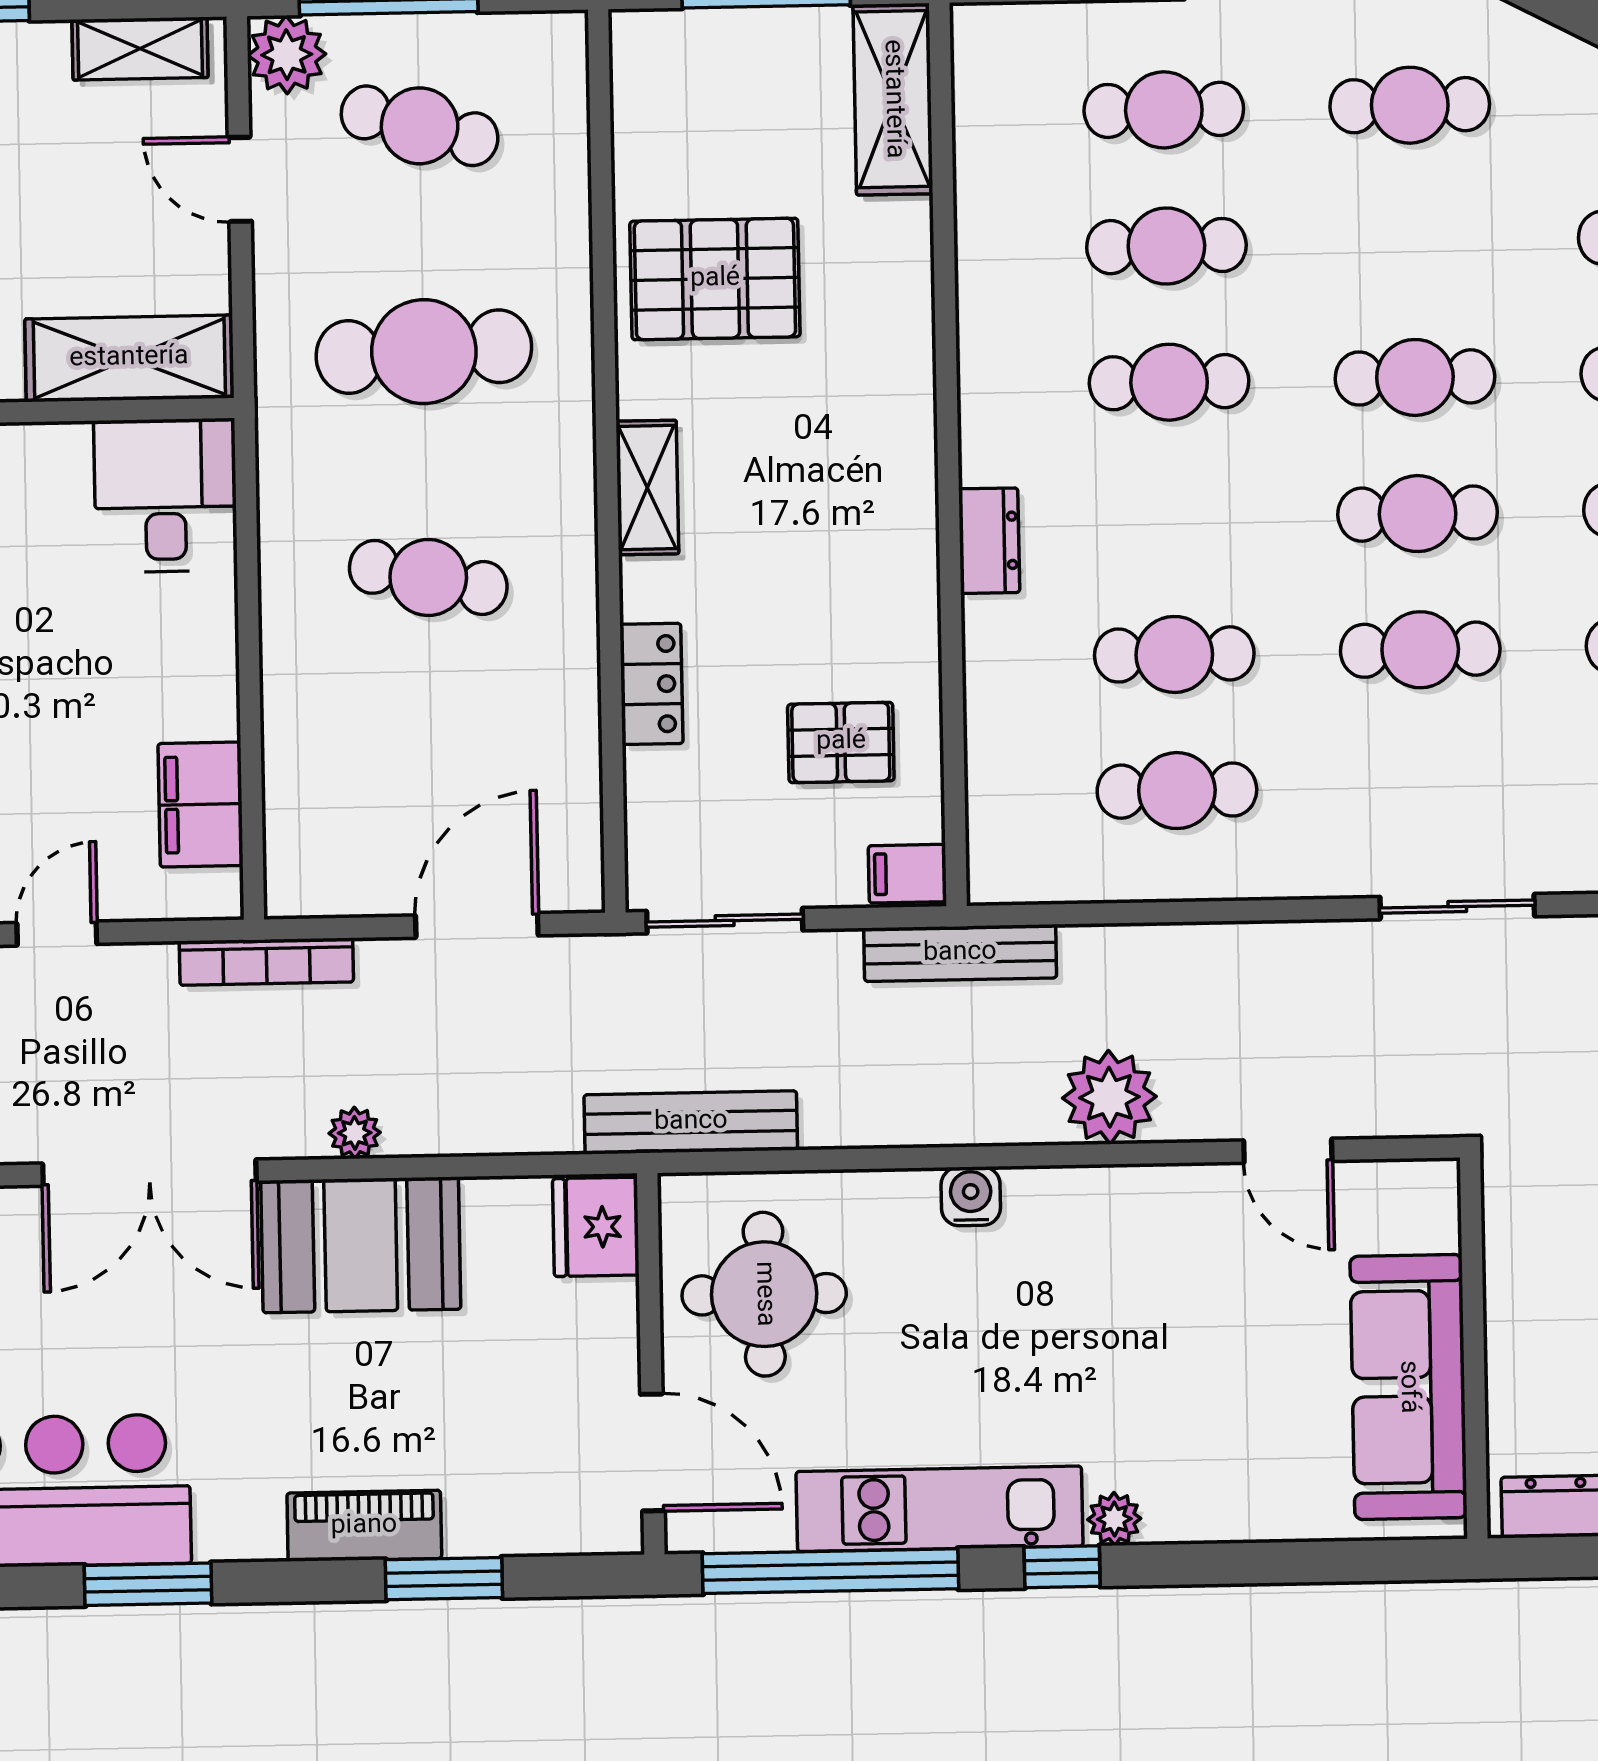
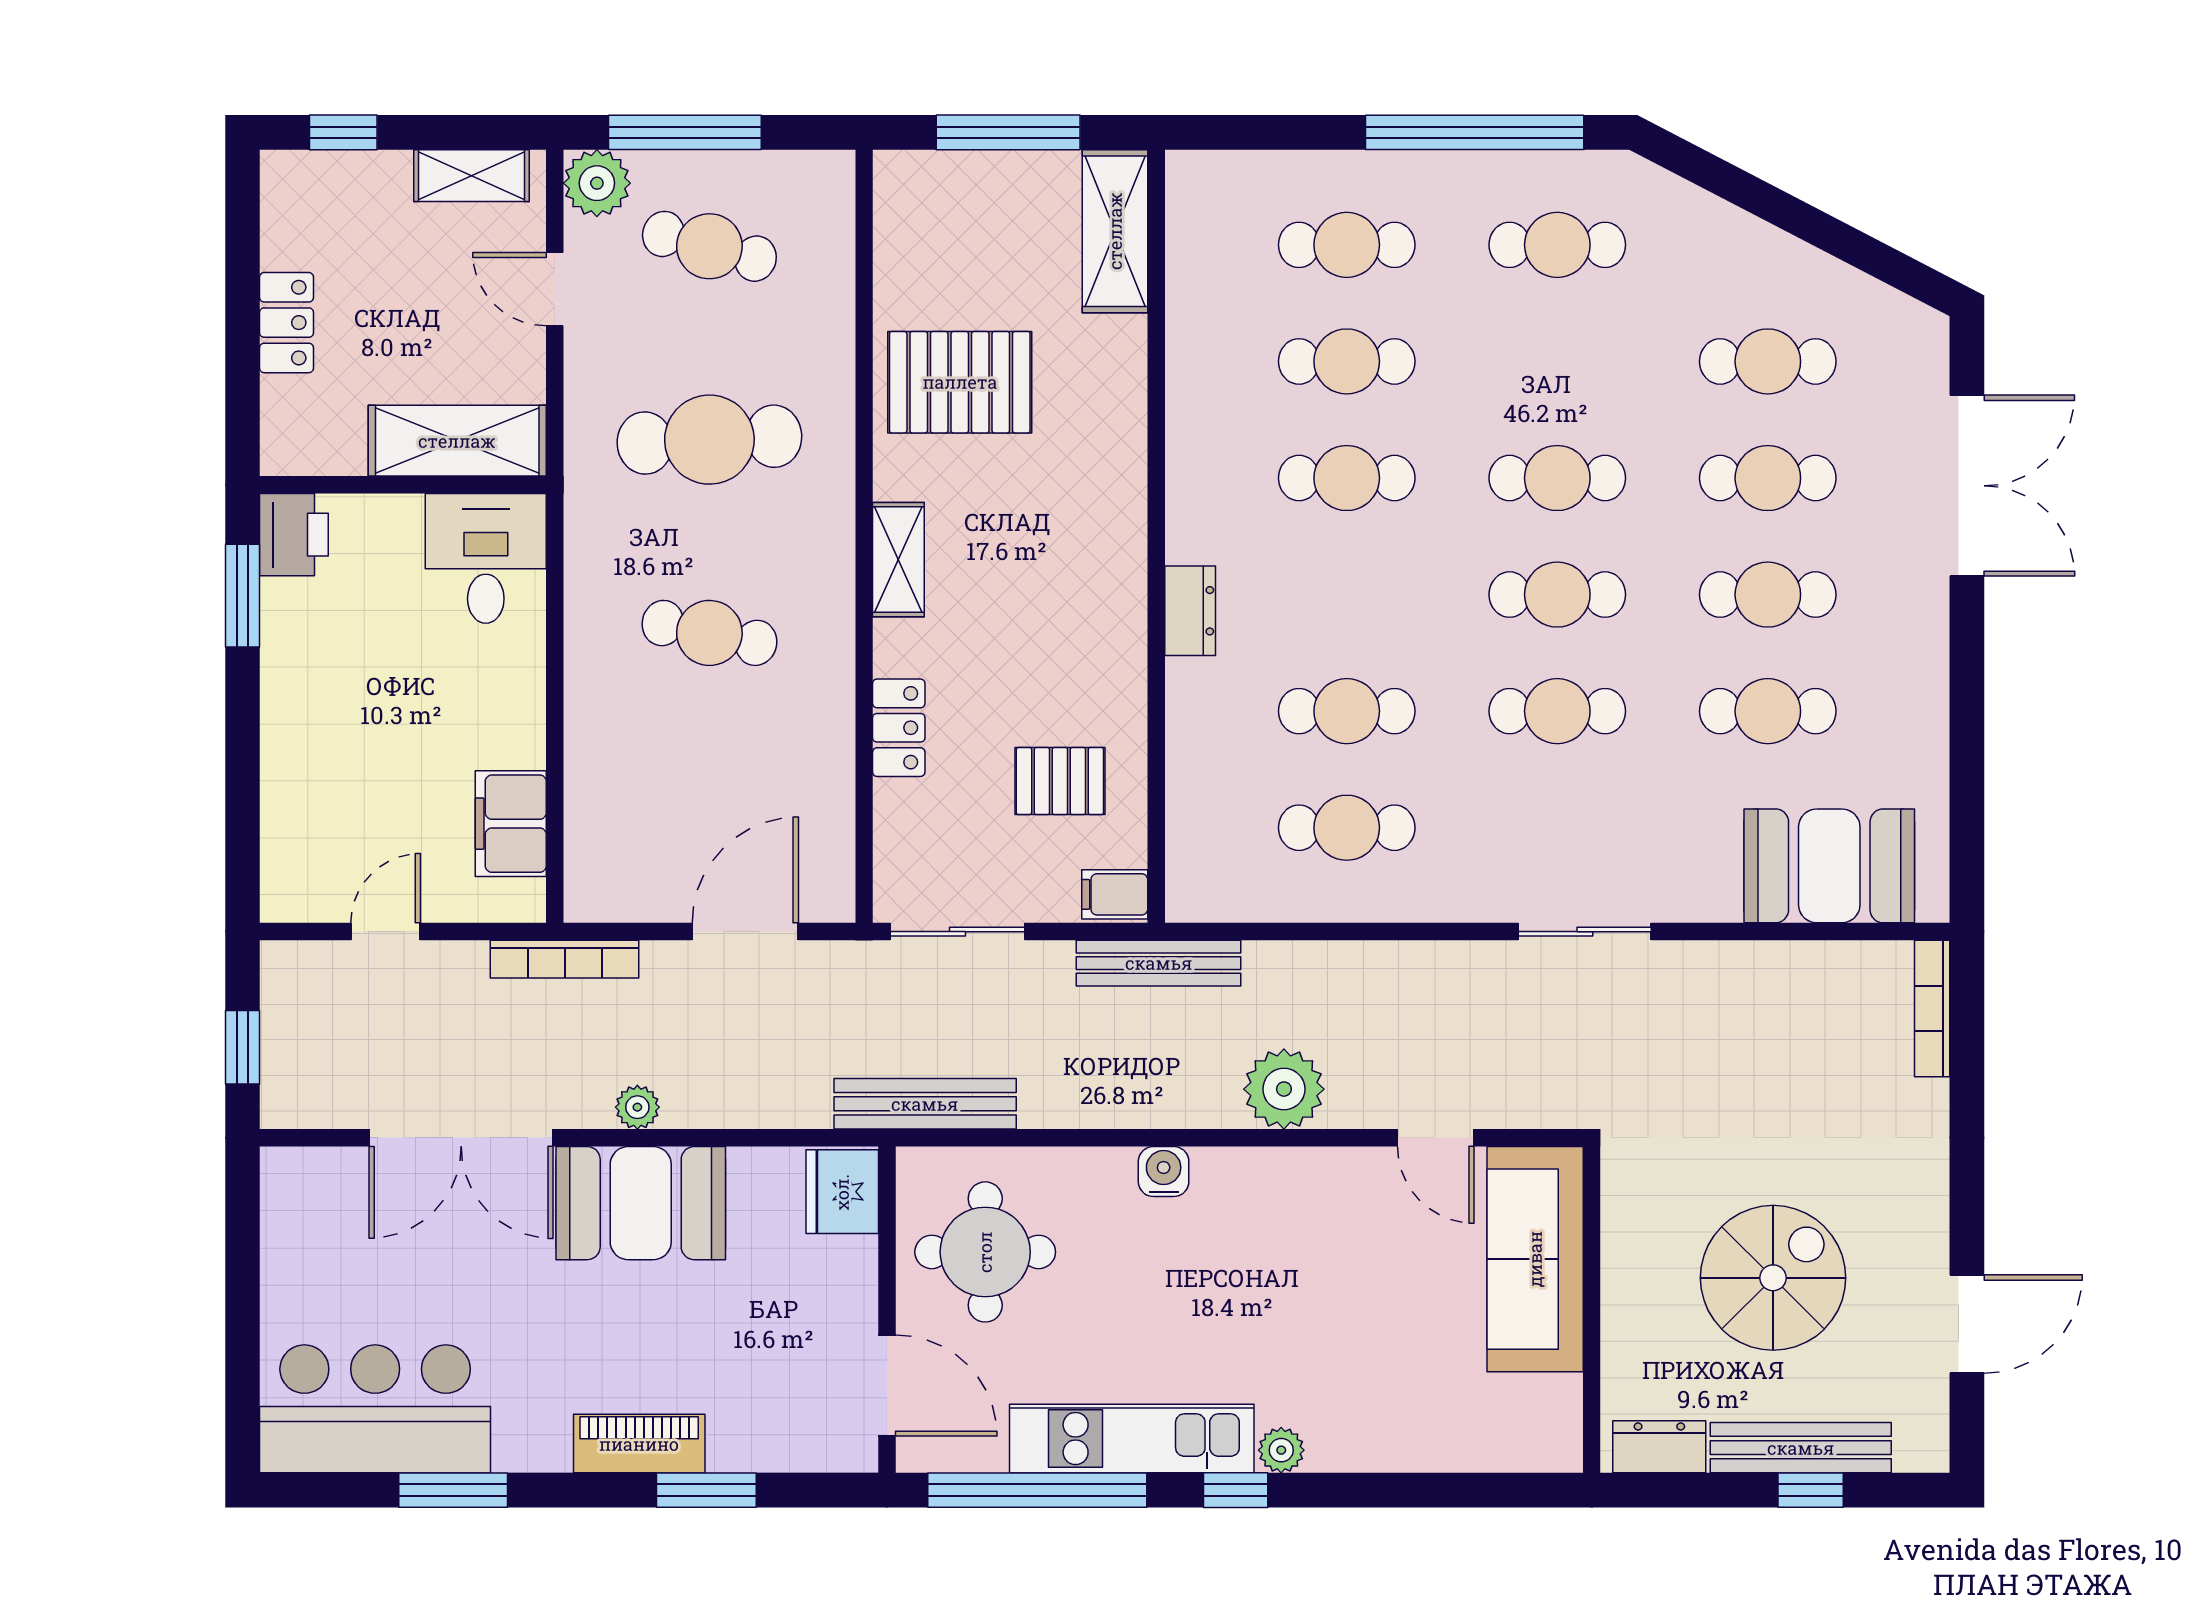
sofa: (1408, 1387) -> (1535, 1259), moved

